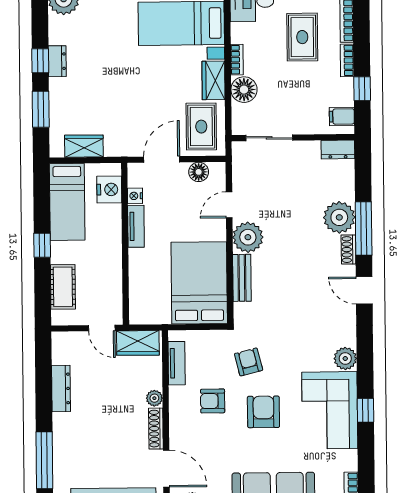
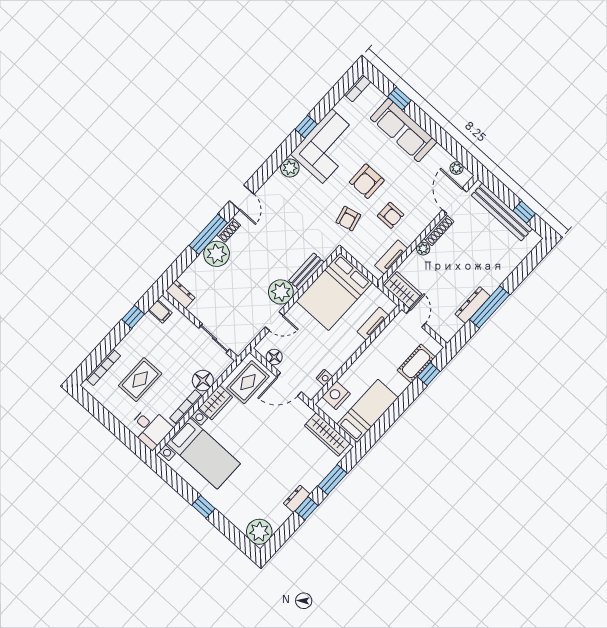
bookcase: (237, 60) -> (186, 407), width x1.56
bookcase: (347, 60) -> (127, 342), removed
wardrobe: (84, 146) -> (327, 435), width x1.50
tv unit: (136, 226) -> (373, 324), moved
window: (42, 245) -> (429, 374), moved
window: (44, 460) -> (490, 307), moved

